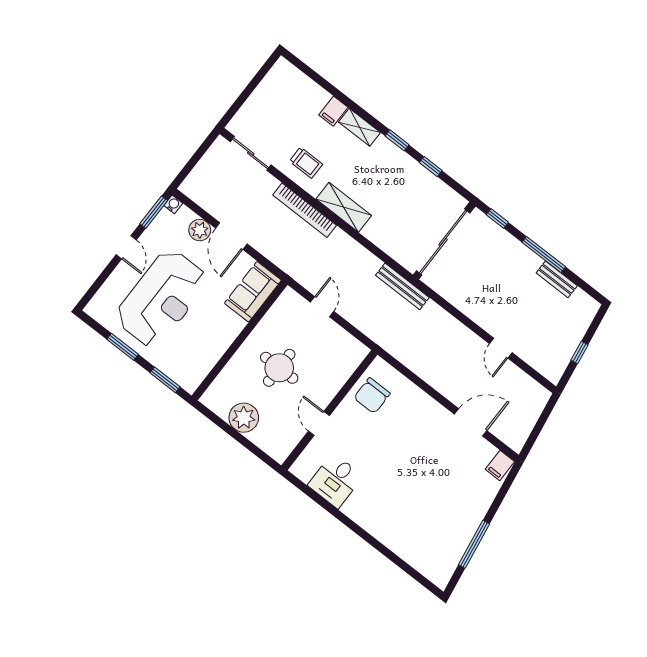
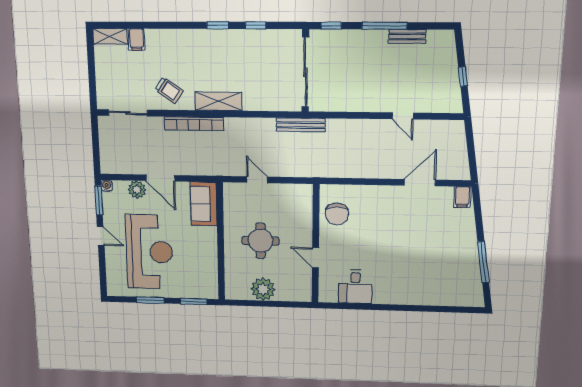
filing cabinet: (333, 111) -> (137, 39), moved
shelving: (359, 127) -> (110, 36), moved
trolley: (306, 163) -> (169, 90), turned 35

